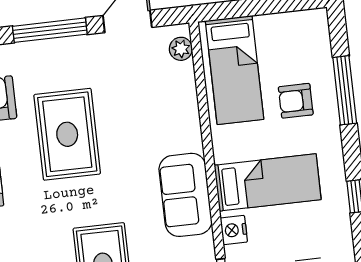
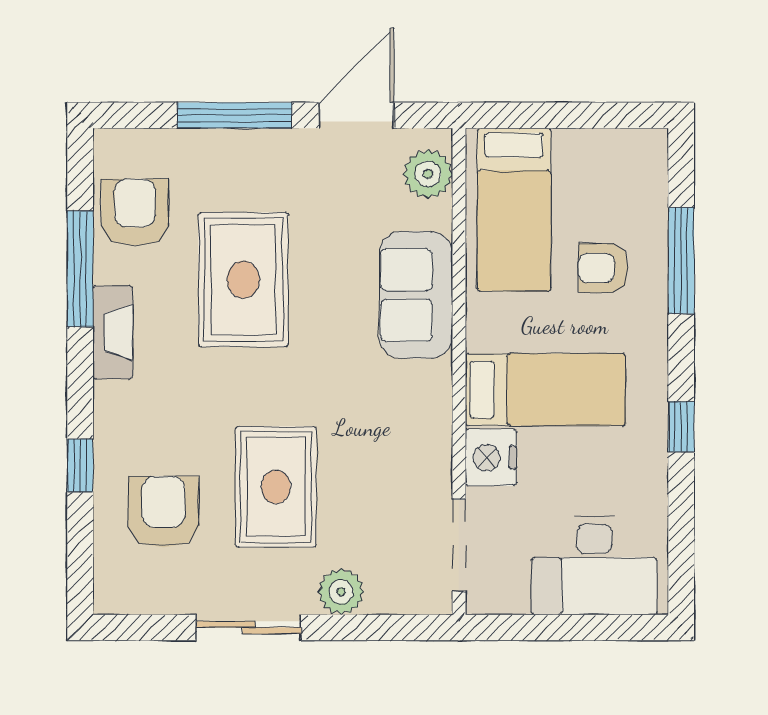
plant: (181, 49) -> (428, 174), width x1.38, depth x1.38
sofa: (185, 195) -> (416, 295), moved
nightstand: (234, 230) -> (491, 457), width x1.36, depth x1.33

